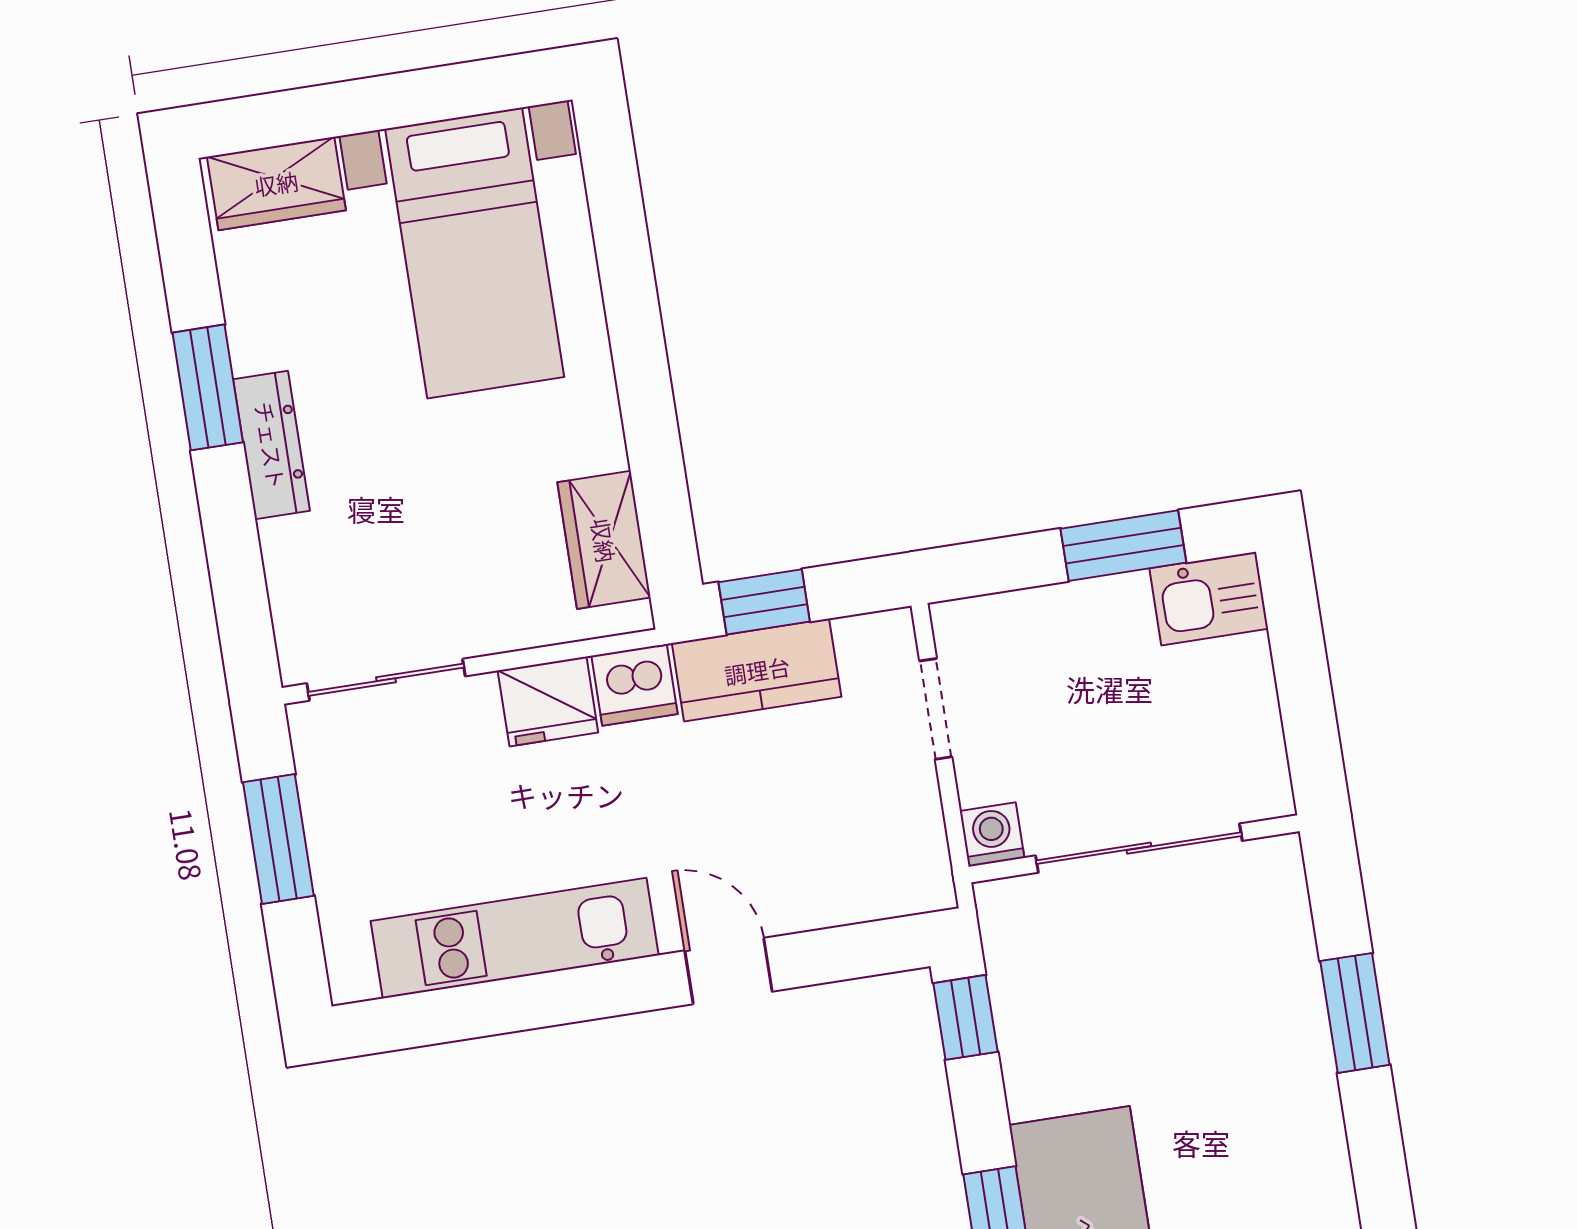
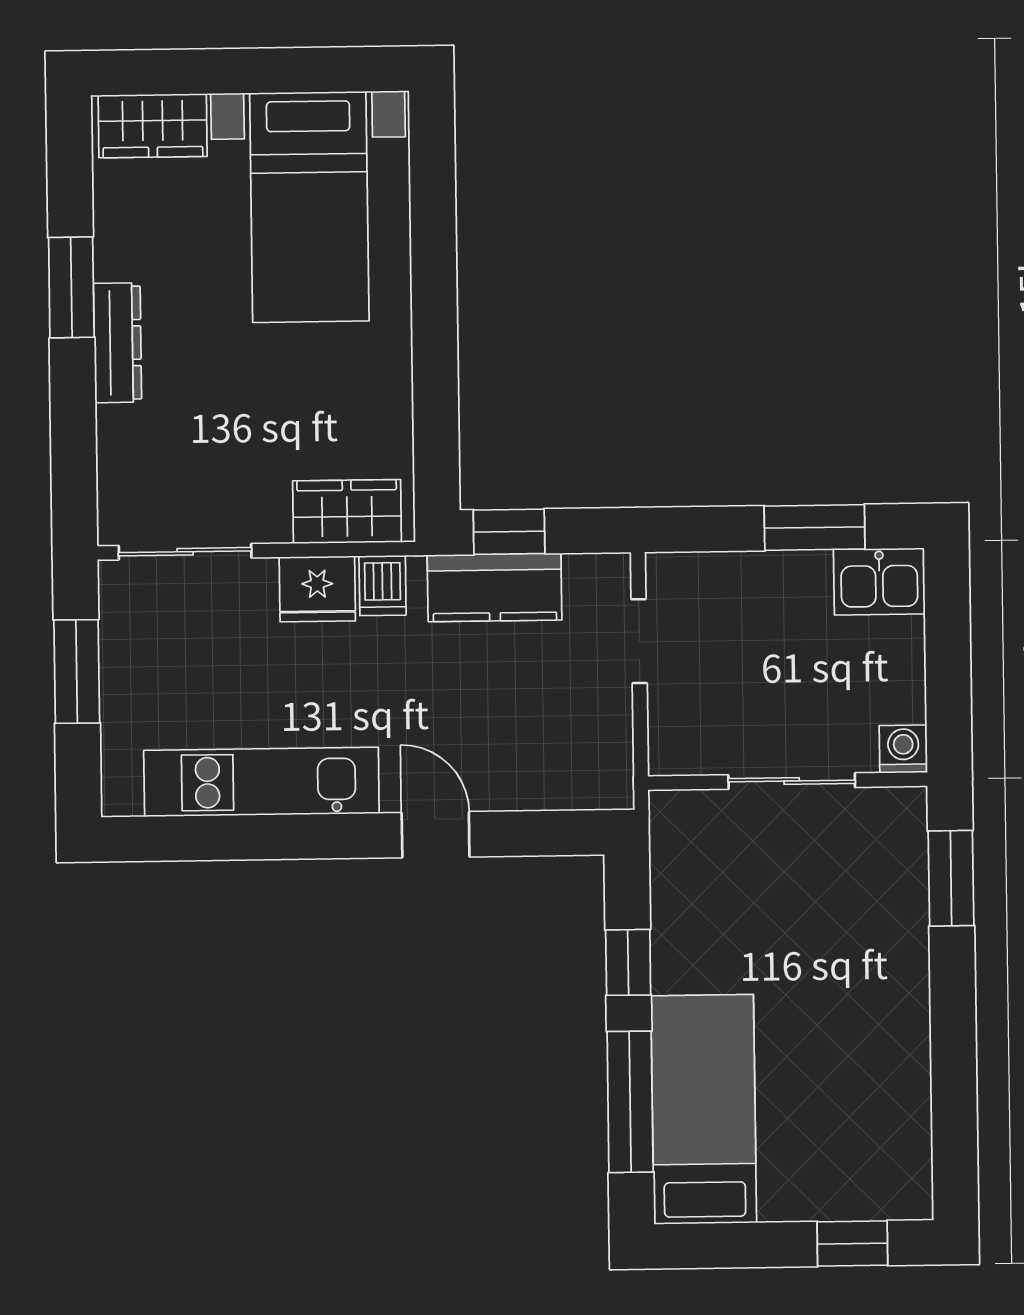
wardrobe: (604, 540) -> (347, 512), moved, turned 90
dishwasher: (635, 685) -> (383, 585), width x0.73
washing machine: (992, 834) -> (903, 749), moved
sliding door: (1139, 848) -> (792, 781), width x0.73
window: (1355, 1013) -> (951, 878), moved
window: (965, 1017) -> (628, 962), moved

